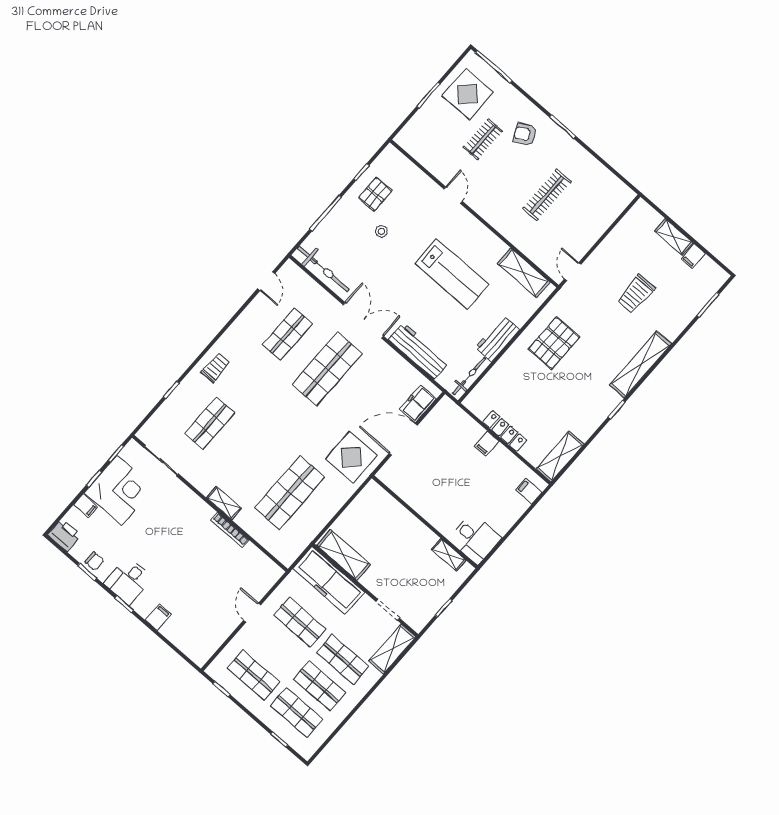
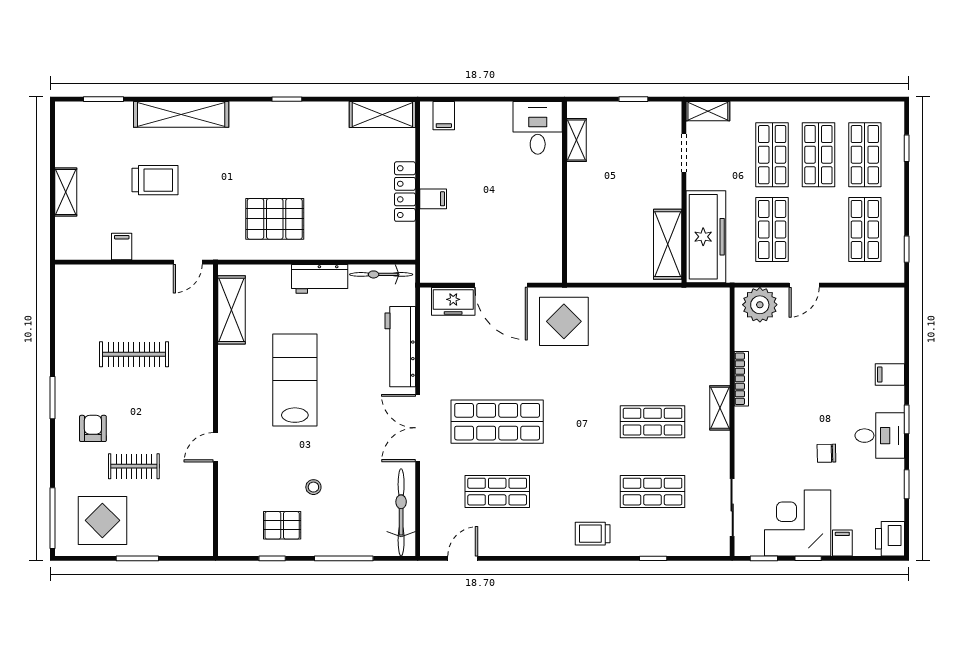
armchair: (525, 134) -> (93, 428), turned -153
filing cabinet: (693, 256) -> (122, 246), moved, turned -90
shelving: (641, 364) -> (181, 114), moved
shop shelf: (290, 493) -> (653, 422), moved, width x0.70, depth x0.74
chair: (94, 561) -> (826, 453), moved, turned -91
plant: (263, 577) -> (760, 305), added
shelving: (392, 649) -> (708, 111), width x0.67, depth x0.75

